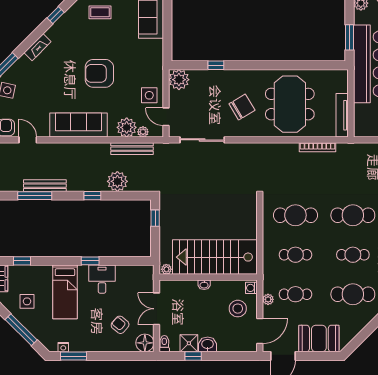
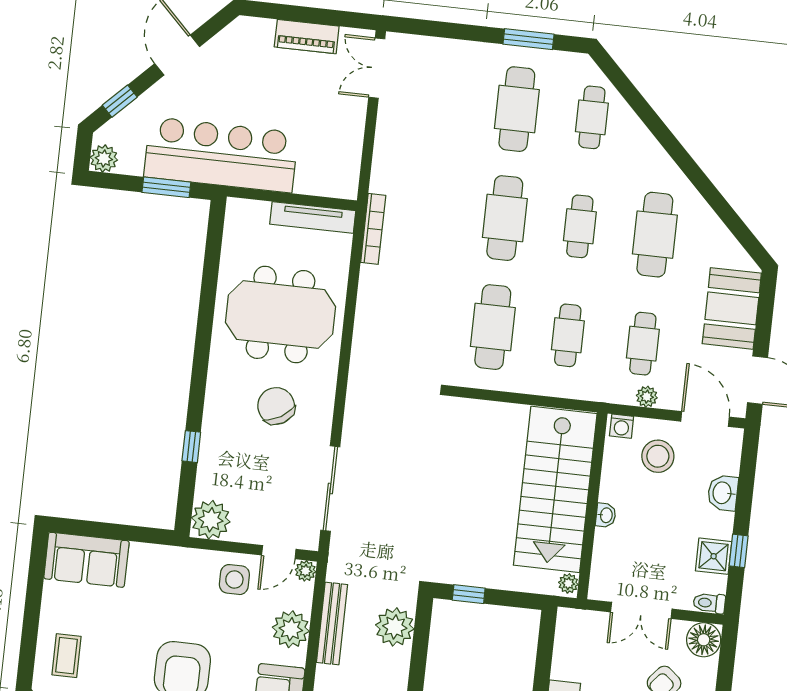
plant: (143, 132) -> (306, 571), moved
bookcase: (318, 147) -> (373, 229), moved
plant: (117, 181) -> (395, 627), moved
washbasin: (208, 344) -> (723, 493), moved

